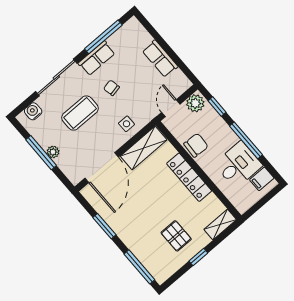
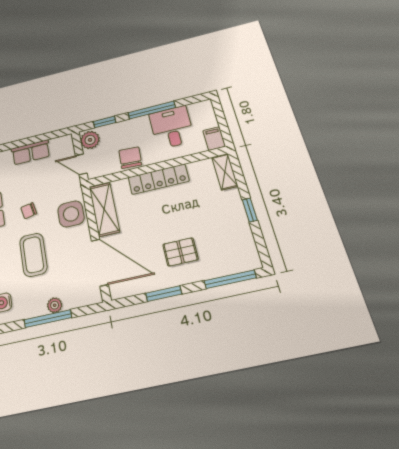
side table: (126, 124) -> (71, 214), width x1.87, depth x1.87
filing cabinet: (262, 179) -> (214, 139), moved, turned 180
pallet: (176, 236) -> (180, 252), moved

